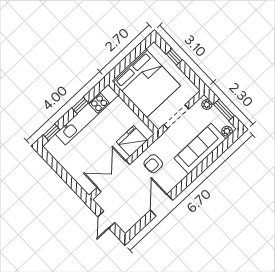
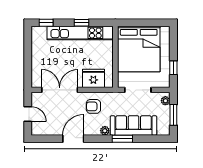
window: (174, 57) -> (173, 68), moved
plant: (227, 131) -> (105, 131), moved
window: (201, 168) -> (122, 139), added
door: (106, 220) -> (28, 114), swing flipped

